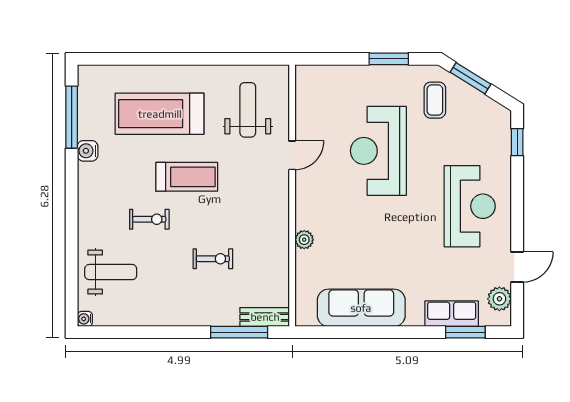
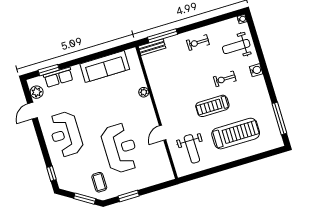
water cooler: (88, 151) -> (256, 70), moved
exercise bike: (213, 259) -> (198, 42), moved

